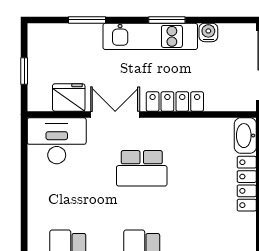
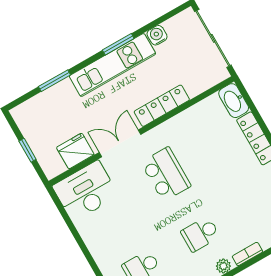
school desk: (142, 168) -> (166, 174), turned -90

